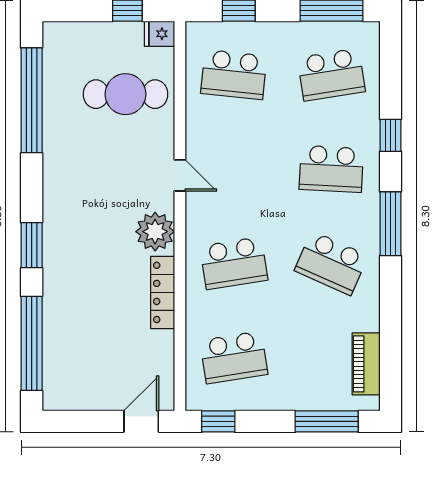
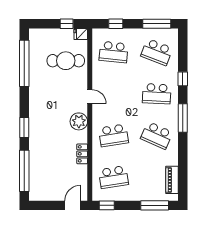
school desk: (331, 75) -> (157, 52), turned 30
locker: (163, 292) -> (82, 154), width x0.66

